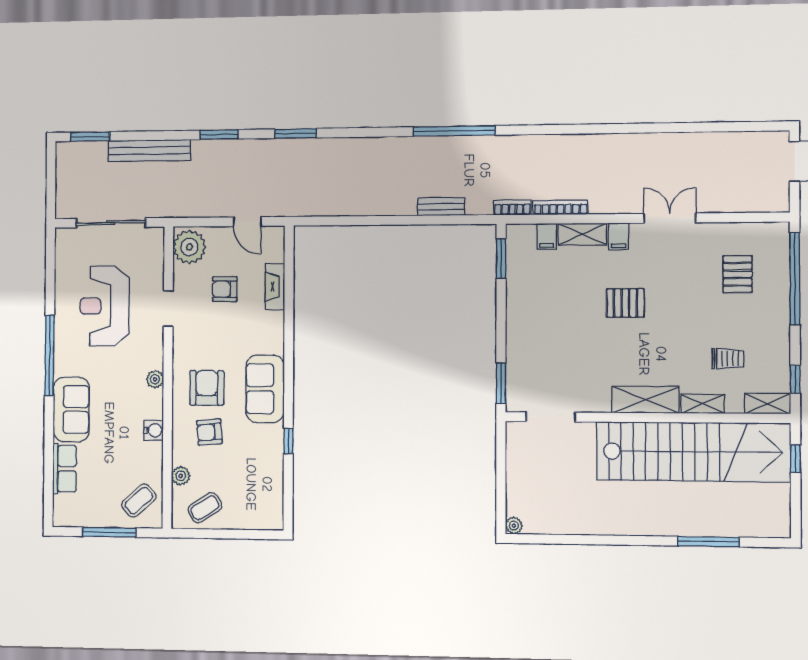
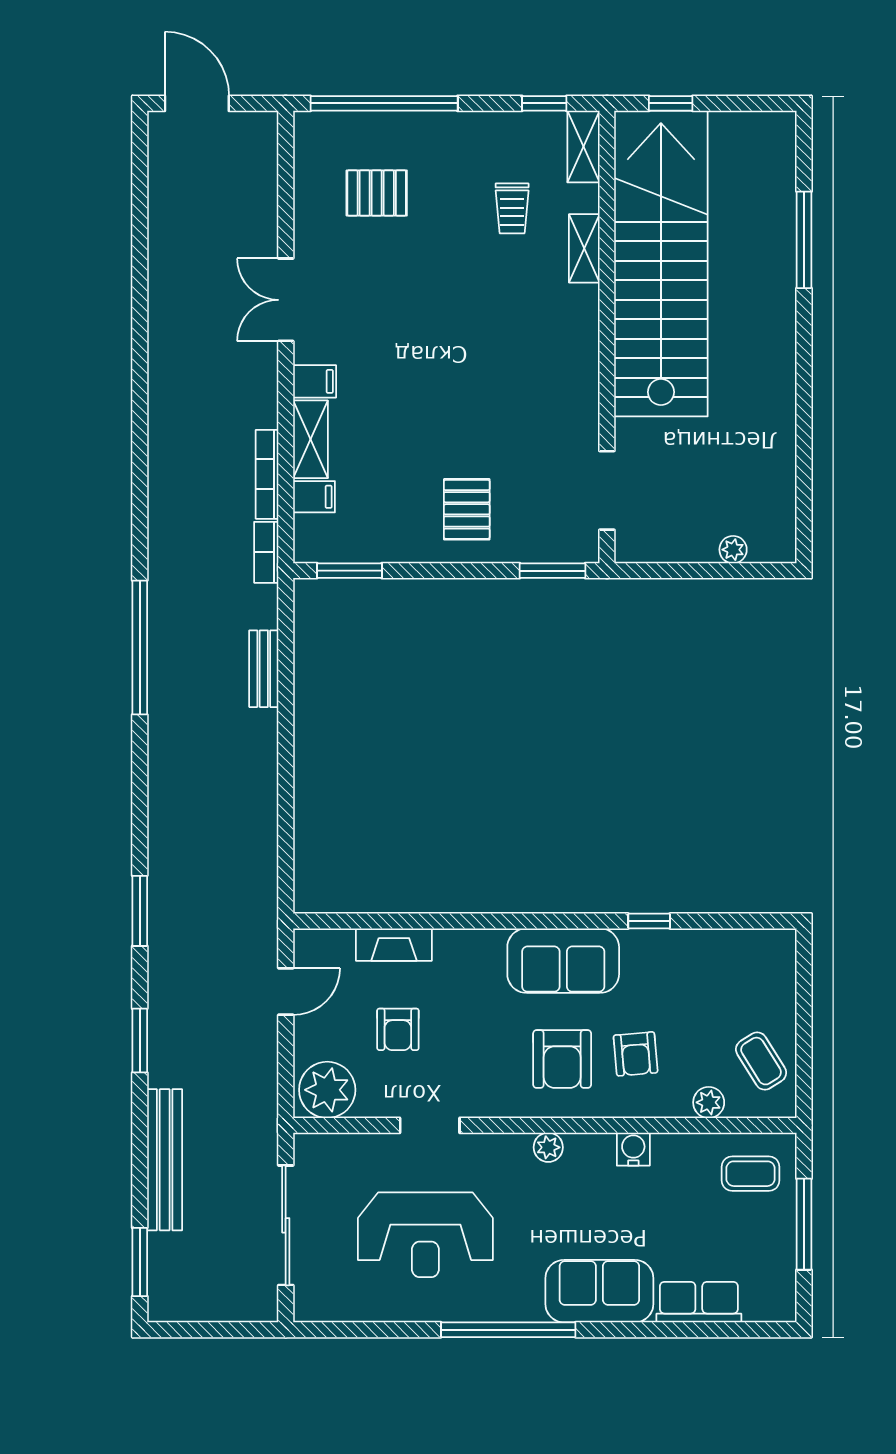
pallet: (625, 303) -> (467, 509), moved
trolley: (728, 359) -> (512, 208), turned 180
armchair: (207, 388) -> (562, 1059), turned -90
shelving: (645, 400) -> (578, 339), removed
coffee table: (139, 501) -> (751, 1174), turned -49
plant: (514, 526) -> (733, 550), moved

